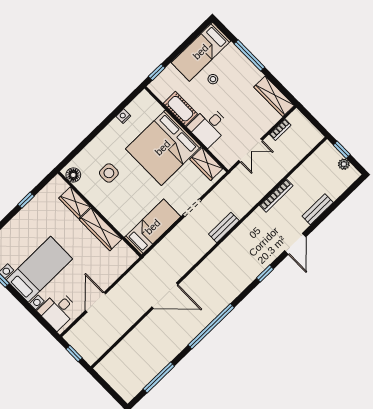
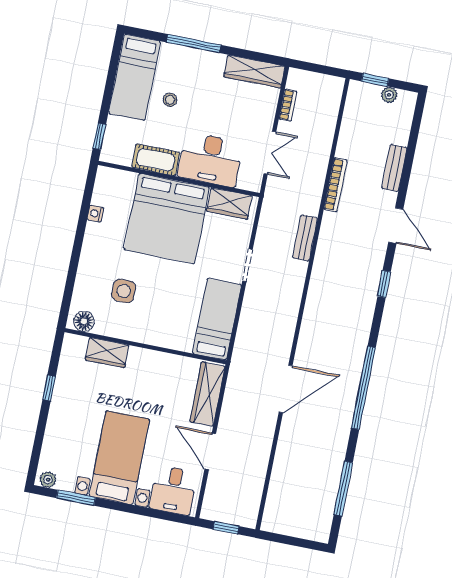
desk: (209, 126) -> (210, 159), width x1.37
bench: (224, 227) -> (305, 238), moved
wardrobe: (100, 229) -> (208, 394), moved, turned 90

